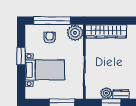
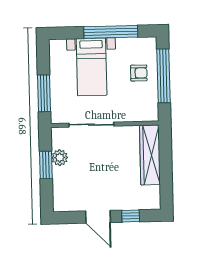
plant: (75, 33) -> (147, 110), removed
window: (21, 56) -> (111, 32), width x2.11
dresser: (121, 94) -> (59, 179), removed

